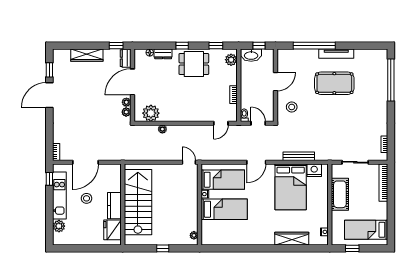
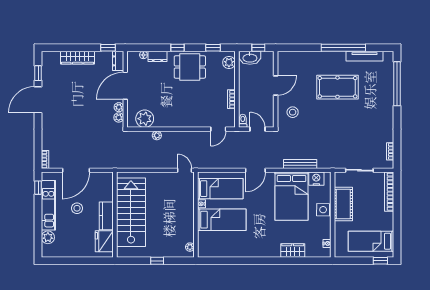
window: (314, 46) -> (343, 48), moved
tv unit: (336, 54) -> (364, 56), moved
side table: (321, 200) -> (323, 210), added
wardrobe: (292, 239) -> (293, 251), width x0.67
window: (352, 248) -> (380, 261), moved

